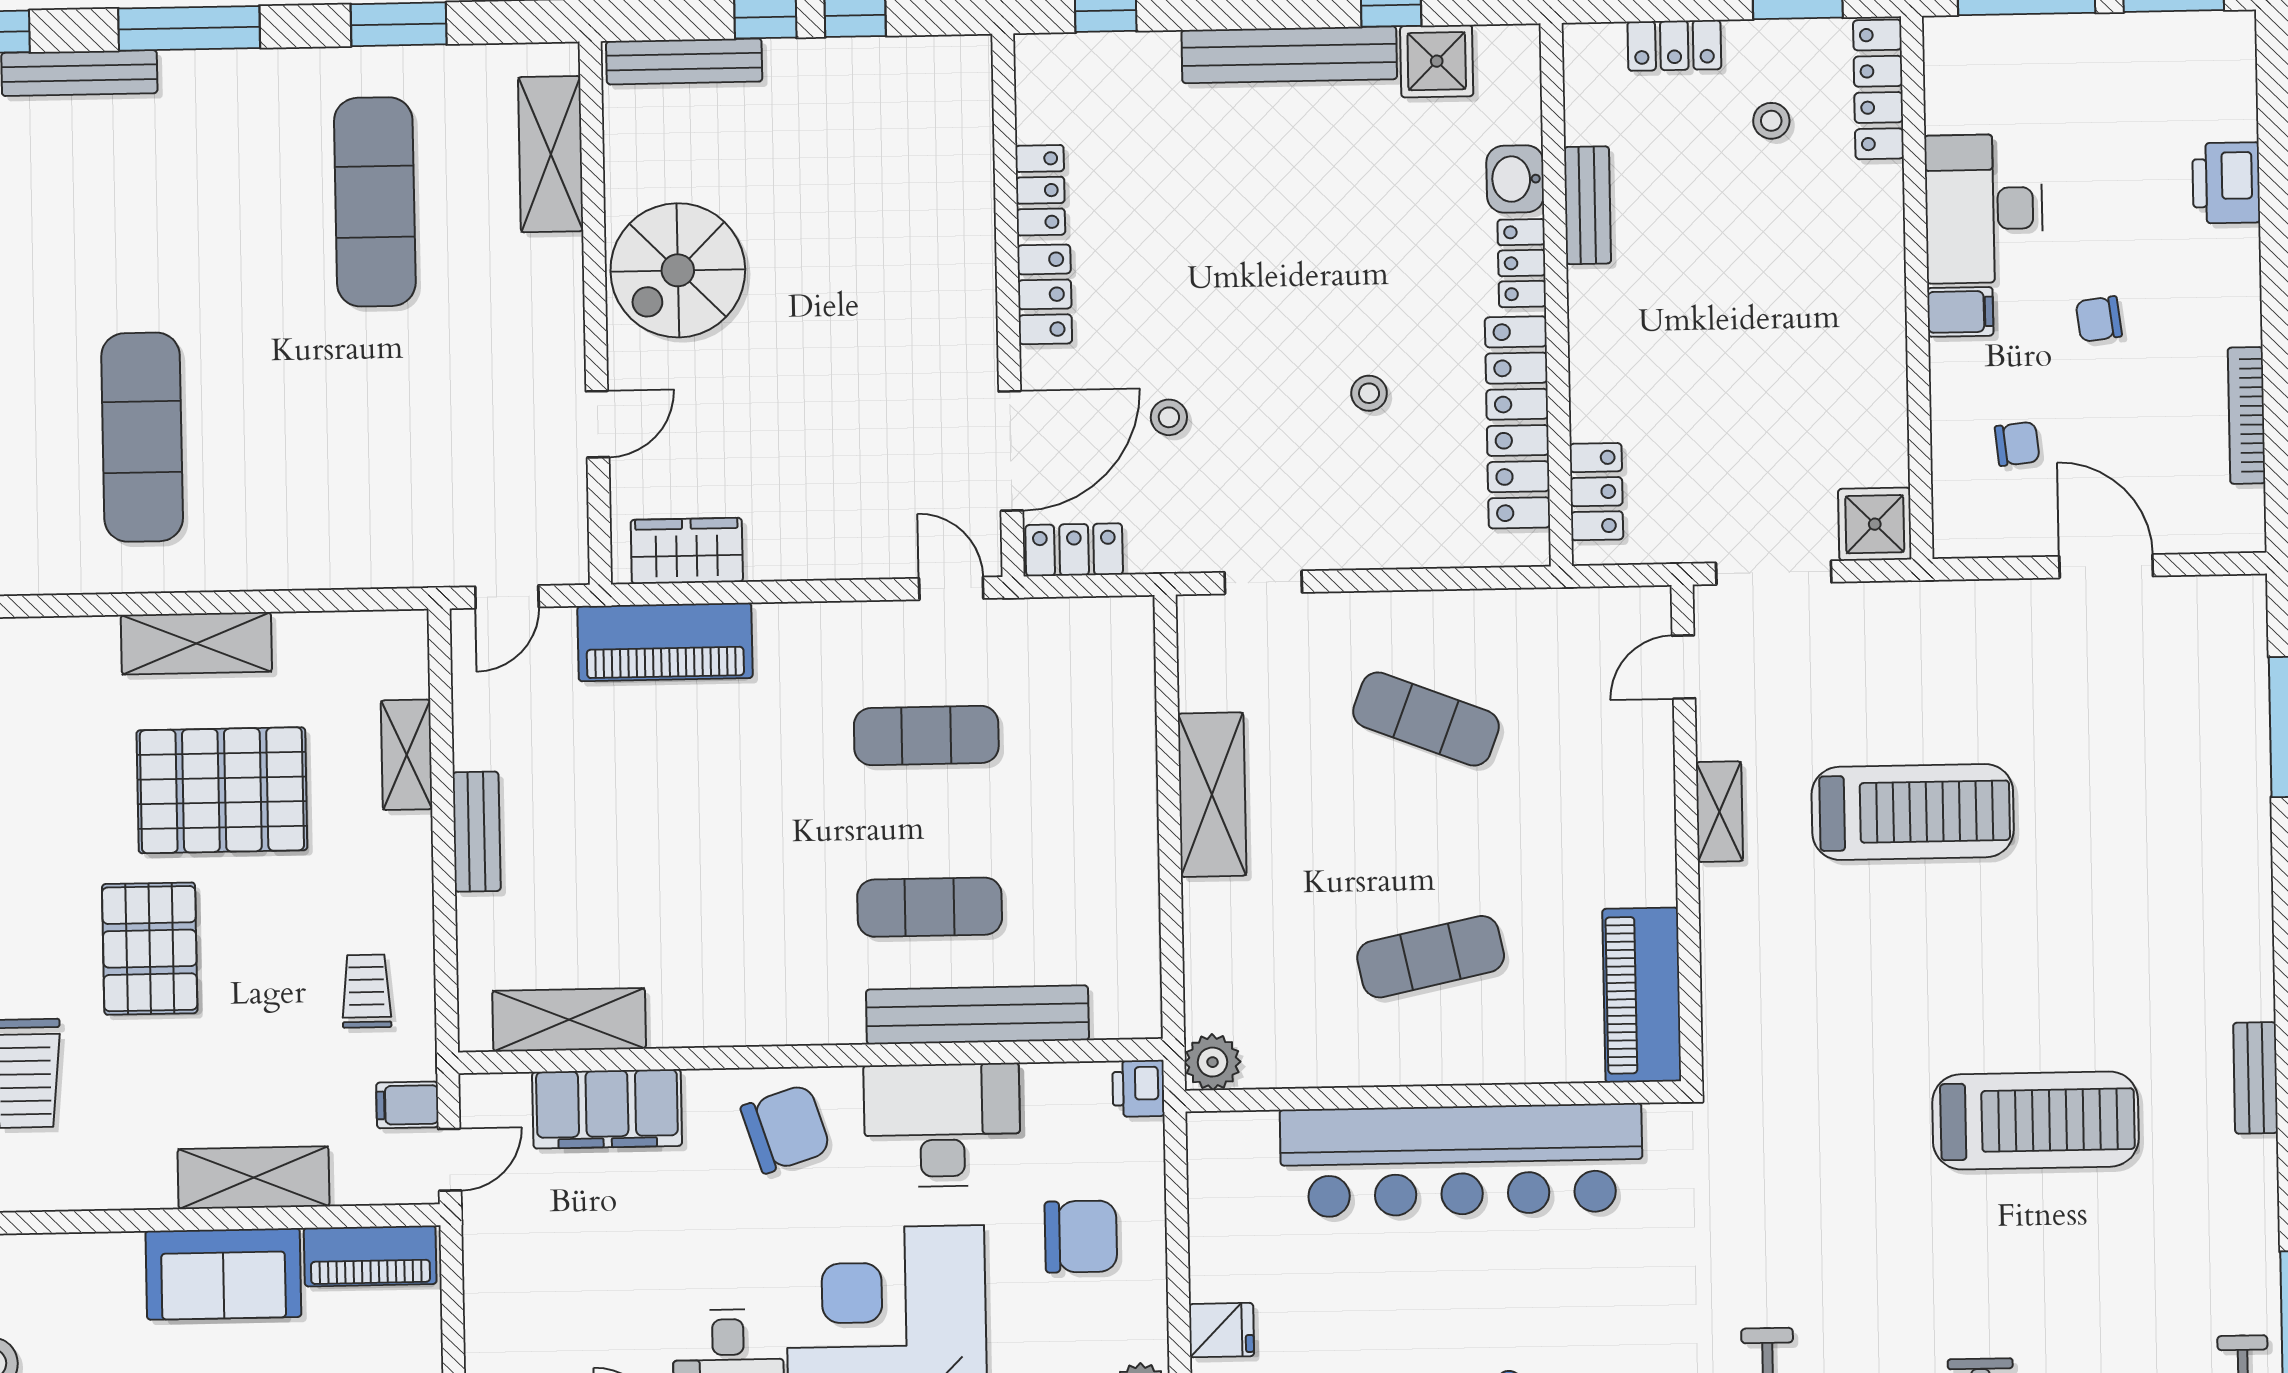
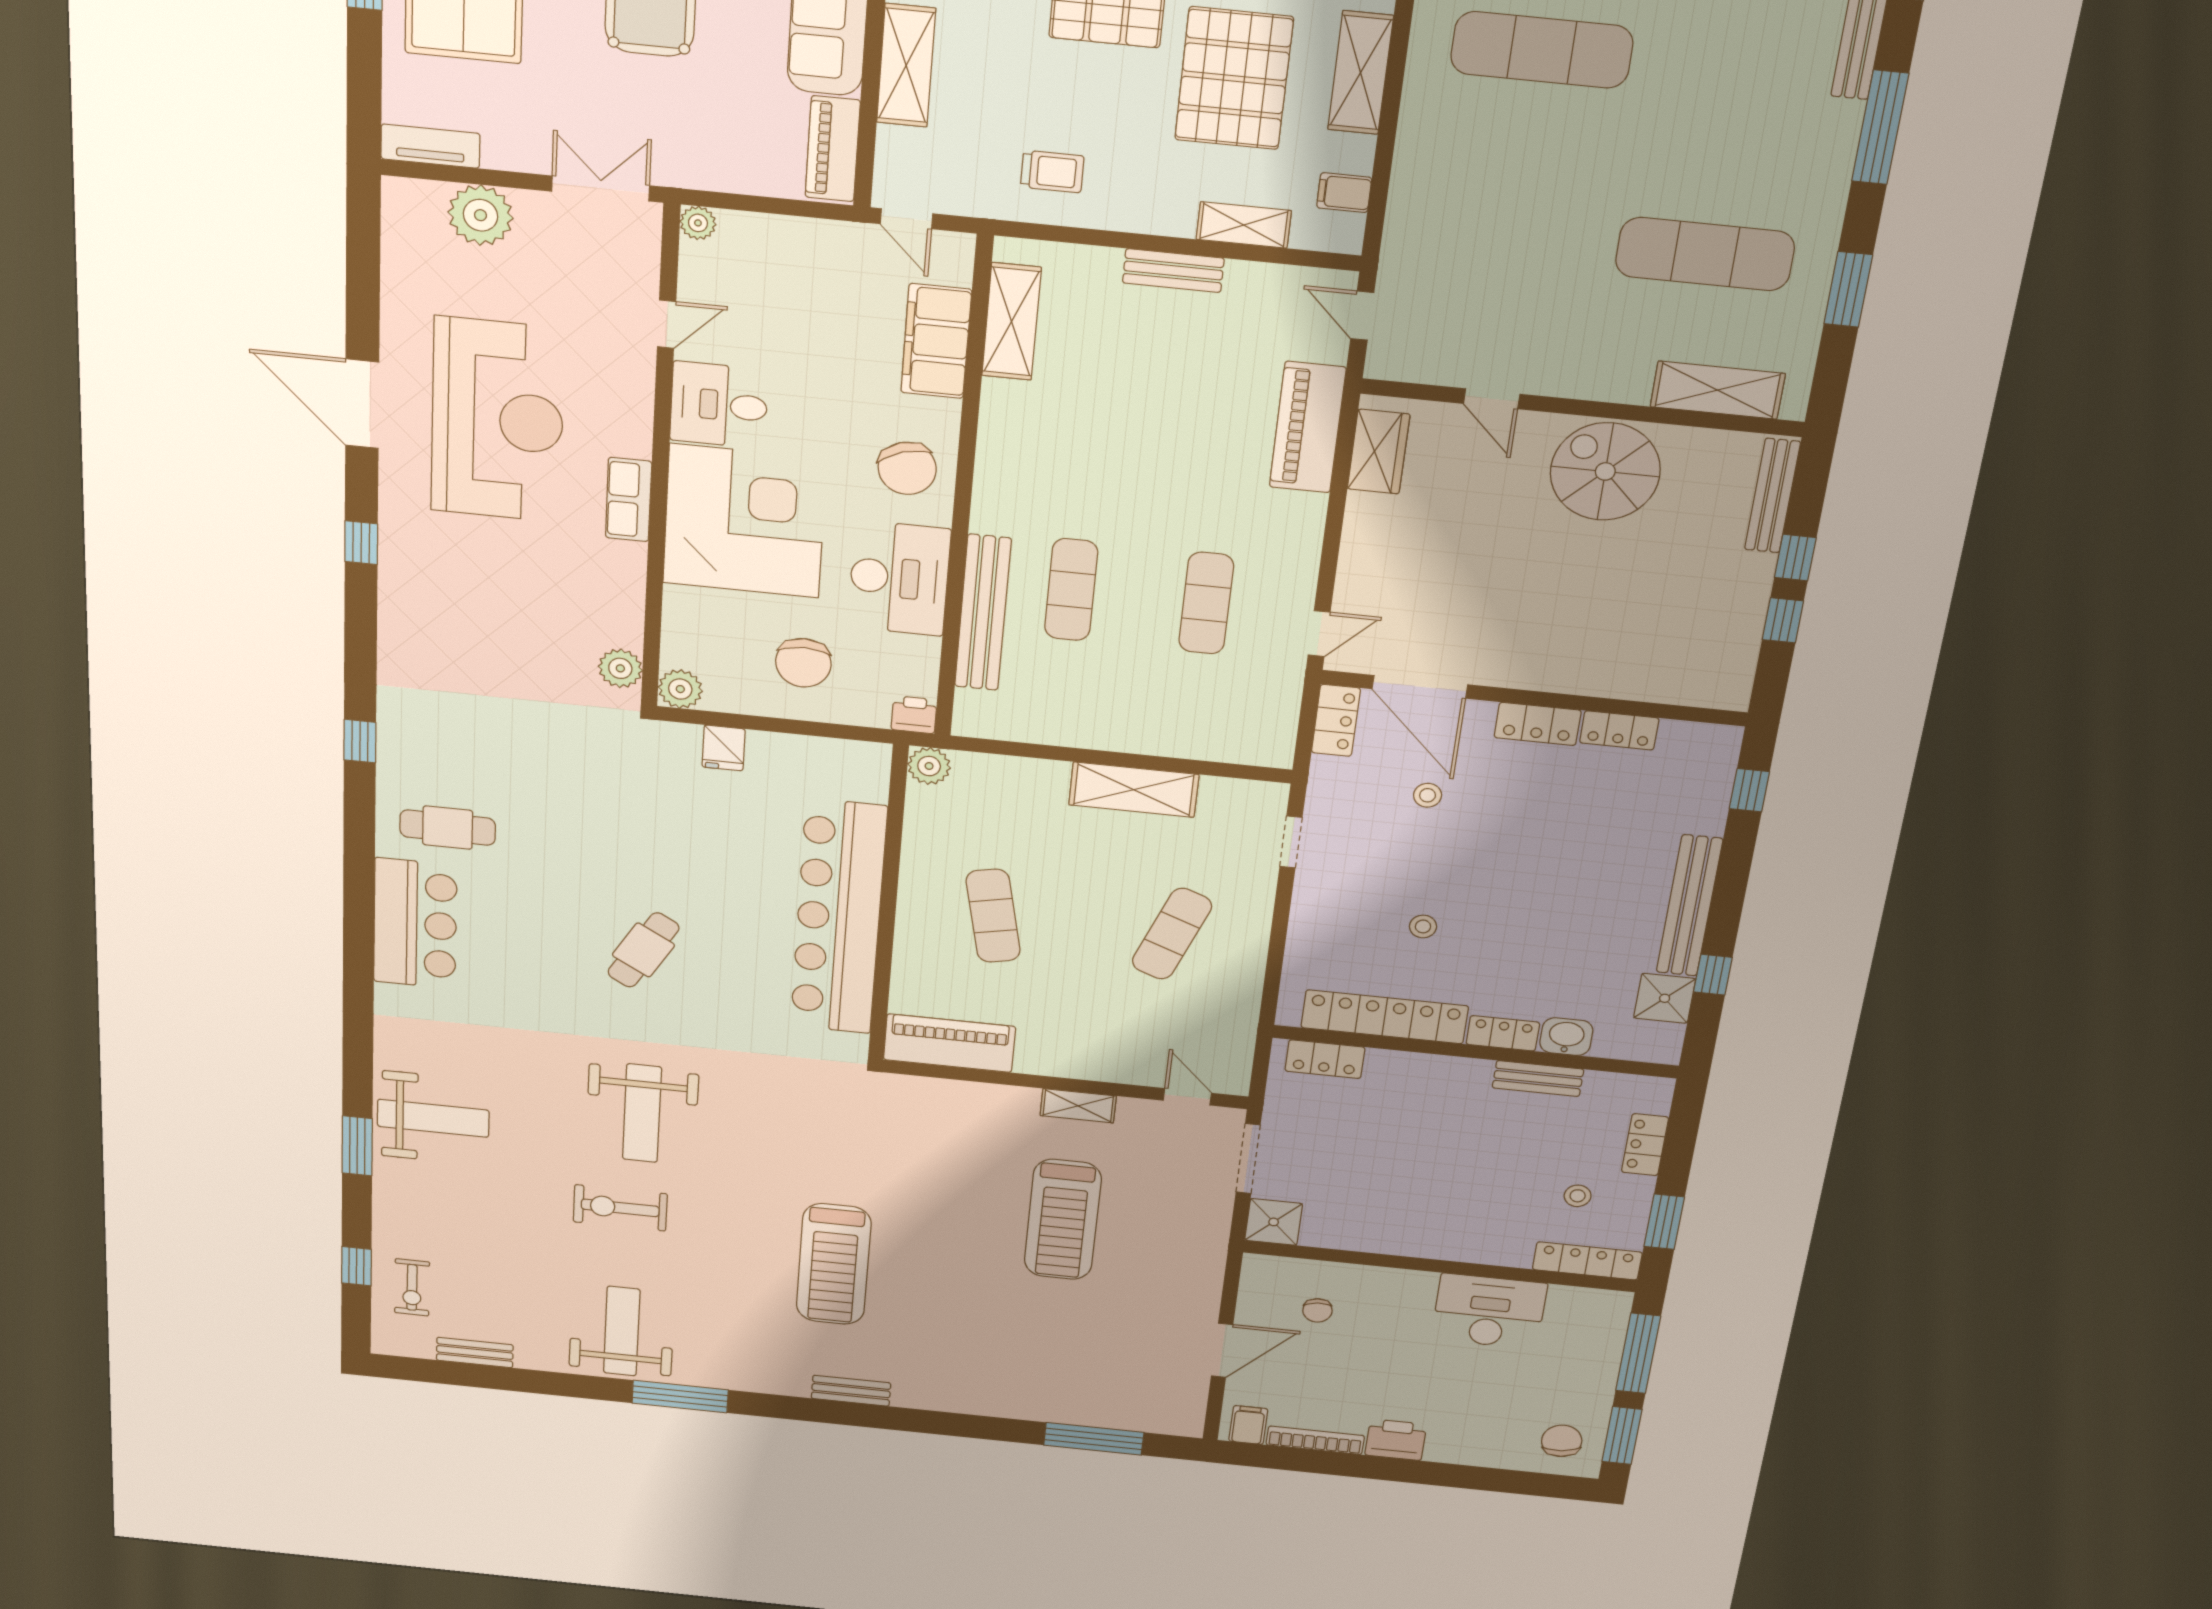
printer: (2226, 183) -> (1396, 1440), moved
filing cabinet: (1960, 312) -> (1248, 1425), moved, turned 180
chair: (2099, 319) -> (1562, 1441), moved, width x1.37, depth x1.37
filing cabinet: (407, 1105) -> (1344, 193), moved, turned -90

